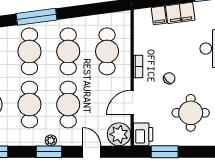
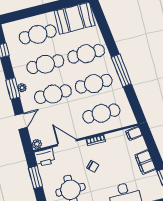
filing cabinet: (159, 15) -> (134, 133), moved
window: (37, 17) -> (121, 70), moved
plant: (119, 134) -> (37, 144), width x0.53, depth x0.53

